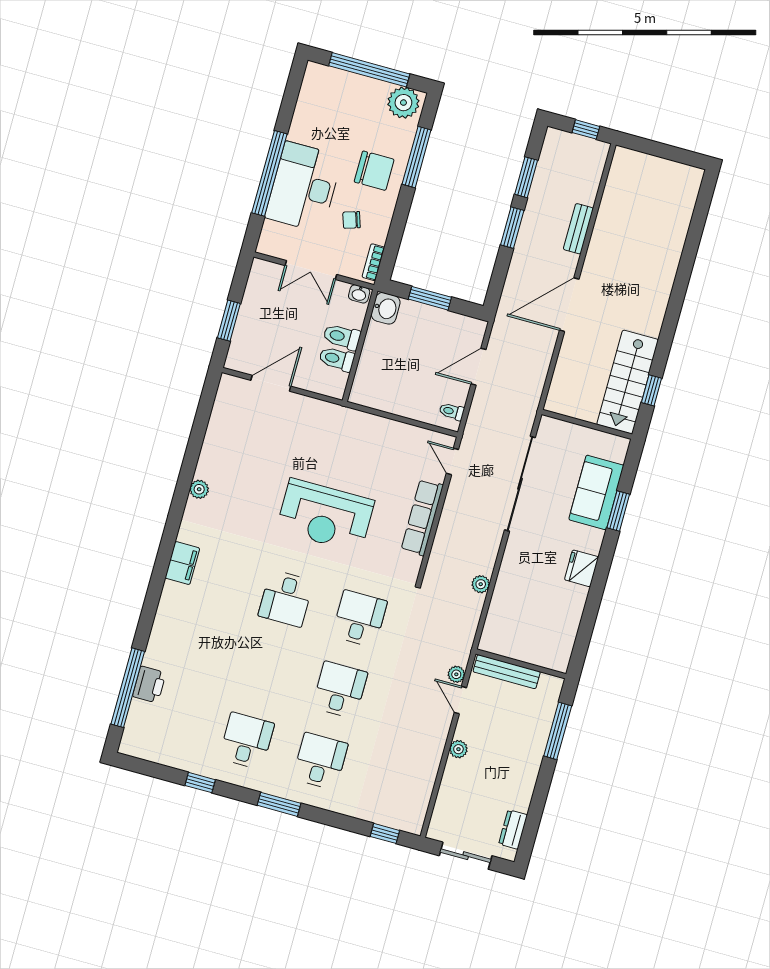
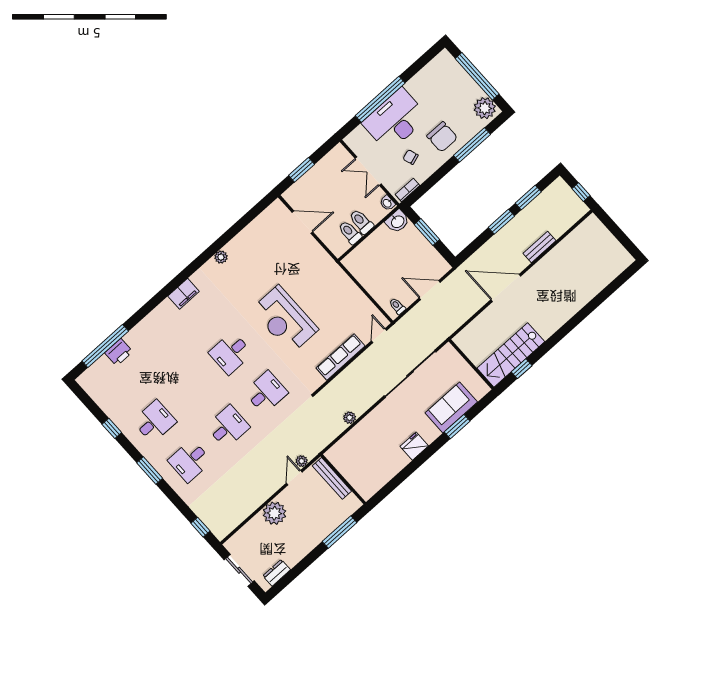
plant: (458, 749) -> (274, 513), width x1.87, depth x1.87
desk: (320, 761) -> (190, 461), turned 180

